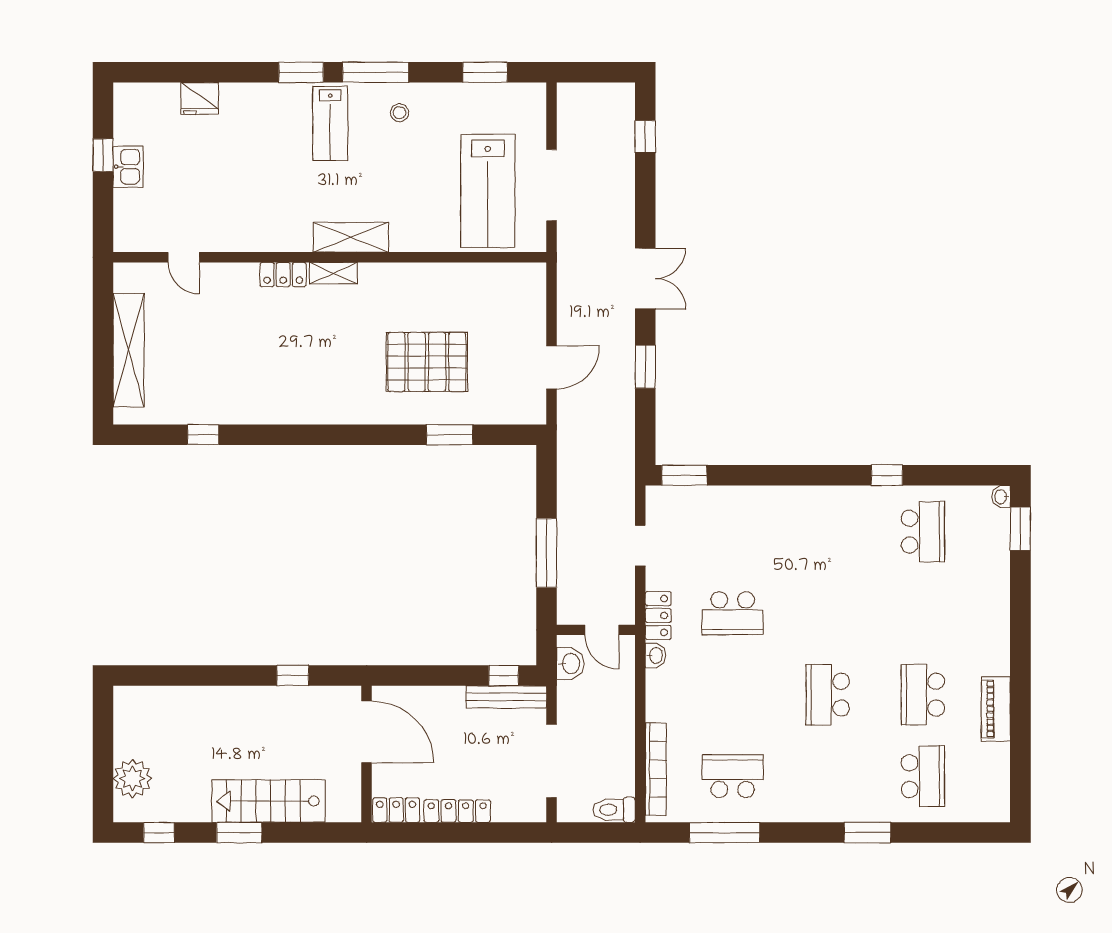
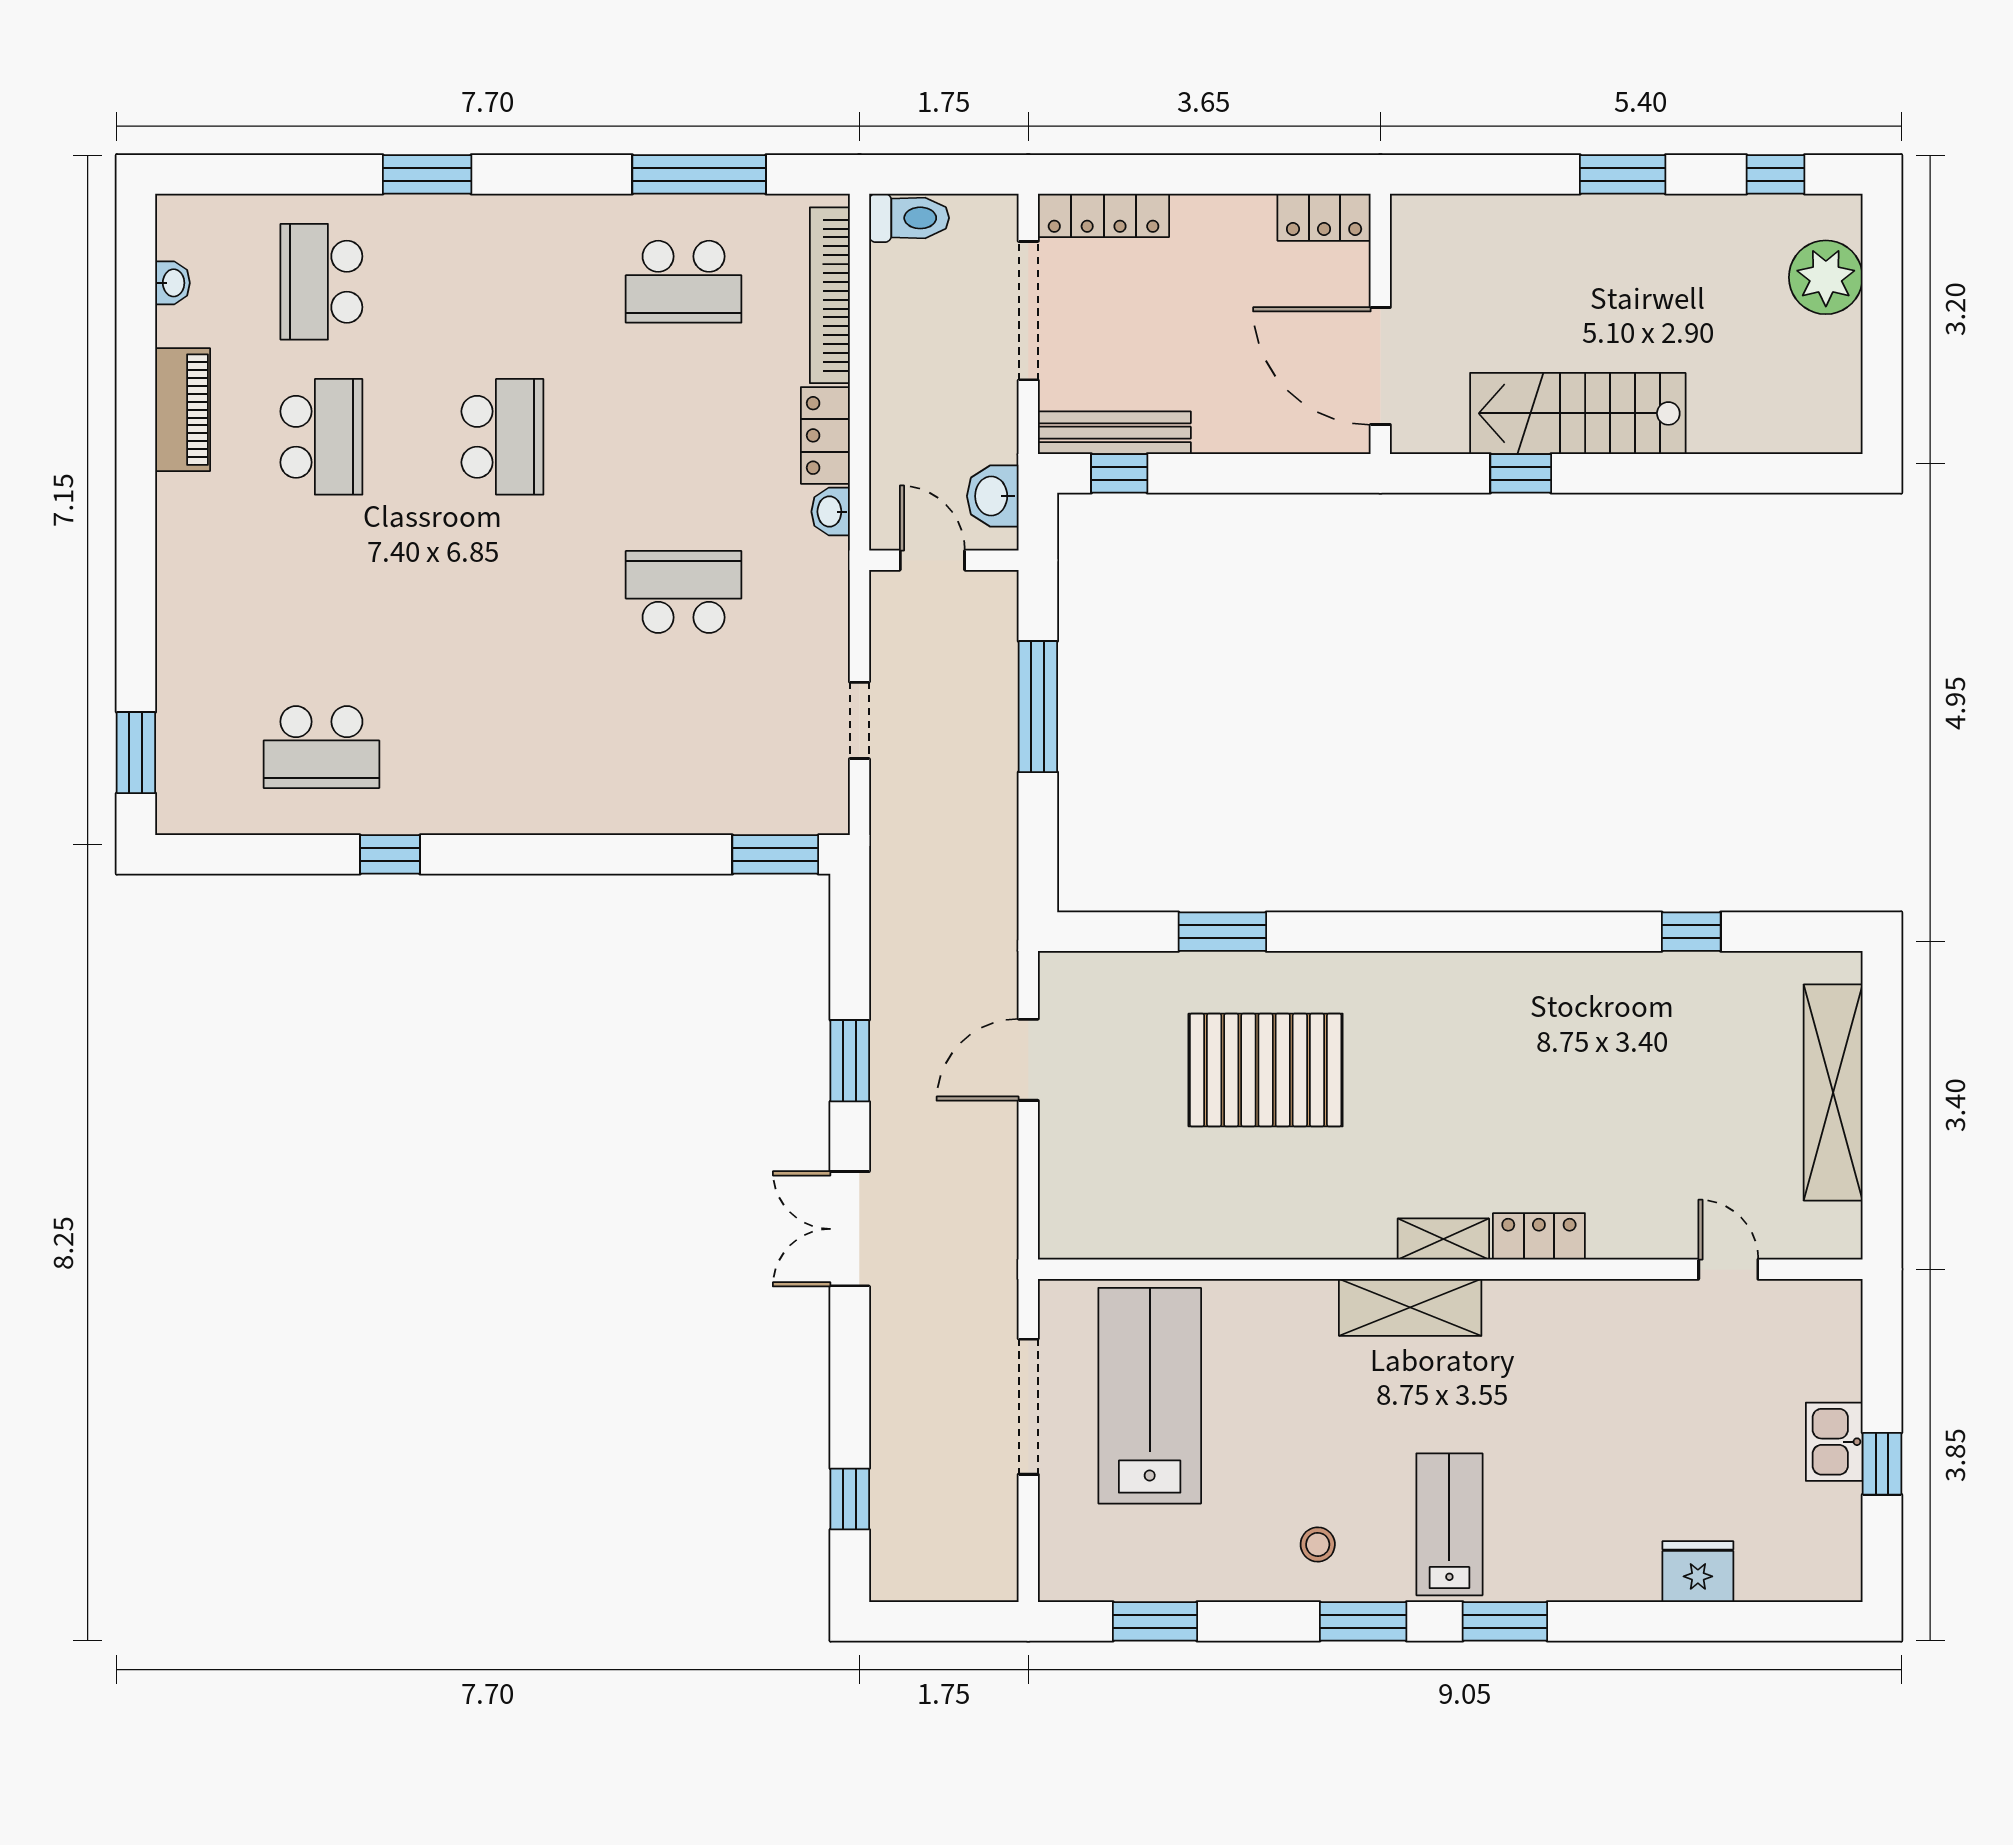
window: (376, 72) -> (1363, 1621), width x0.69
washbasin: (1001, 497) -> (173, 283), moved
school desk: (923, 532) -> (321, 747), turned -90
locker: (658, 615) -> (825, 435), moved
stairs: (269, 801) -> (1578, 413), moved, turned 180
locker: (457, 811) -> (1104, 215), moved

